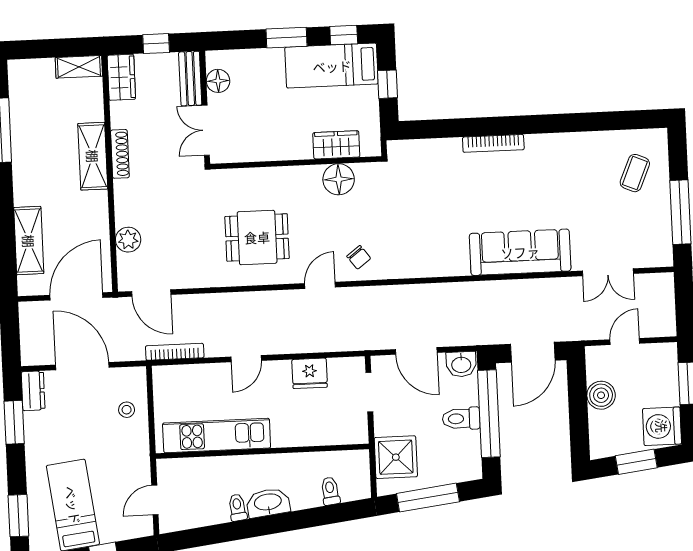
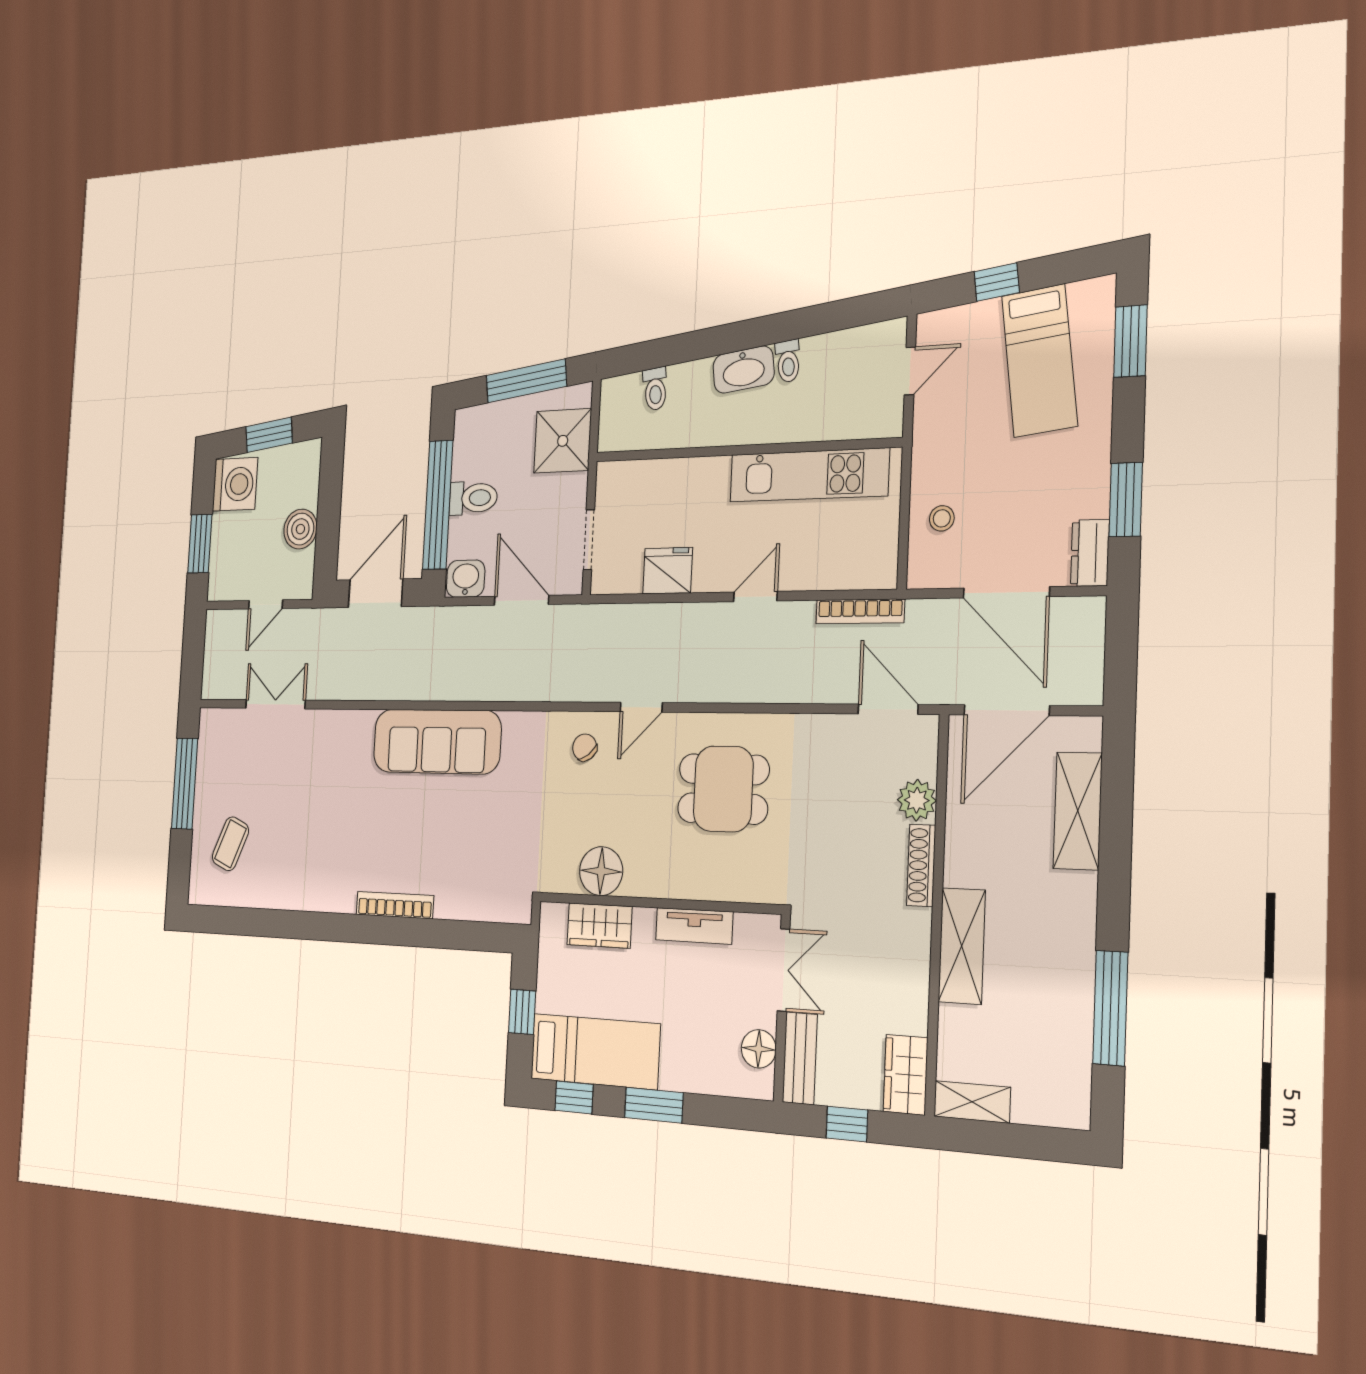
tv unit: (269, 151) -> (694, 926), added
shoe rack: (120, 154) -> (921, 865), moved
sofa: (520, 252) -> (437, 741), moved

